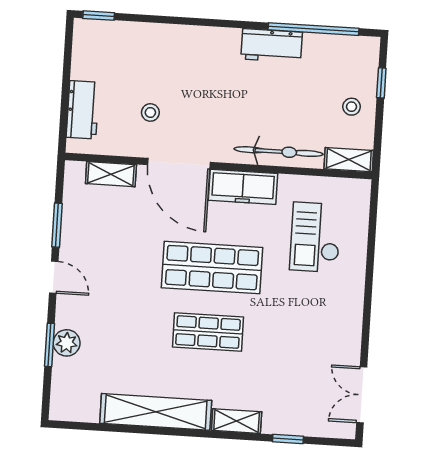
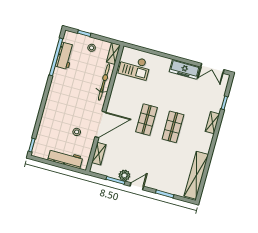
workbench: (272, 46) -> (65, 56), moved
workbench: (83, 110) -> (65, 159), width x1.38
freezer: (243, 187) -> (185, 69), moved, turned 90
checkout: (315, 237) -> (134, 67), moved
shop shelf: (212, 268) -> (146, 120), width x0.70, depth x0.74
plant: (67, 343) -> (124, 175), moved
shelving: (156, 412) -> (196, 175), moved

